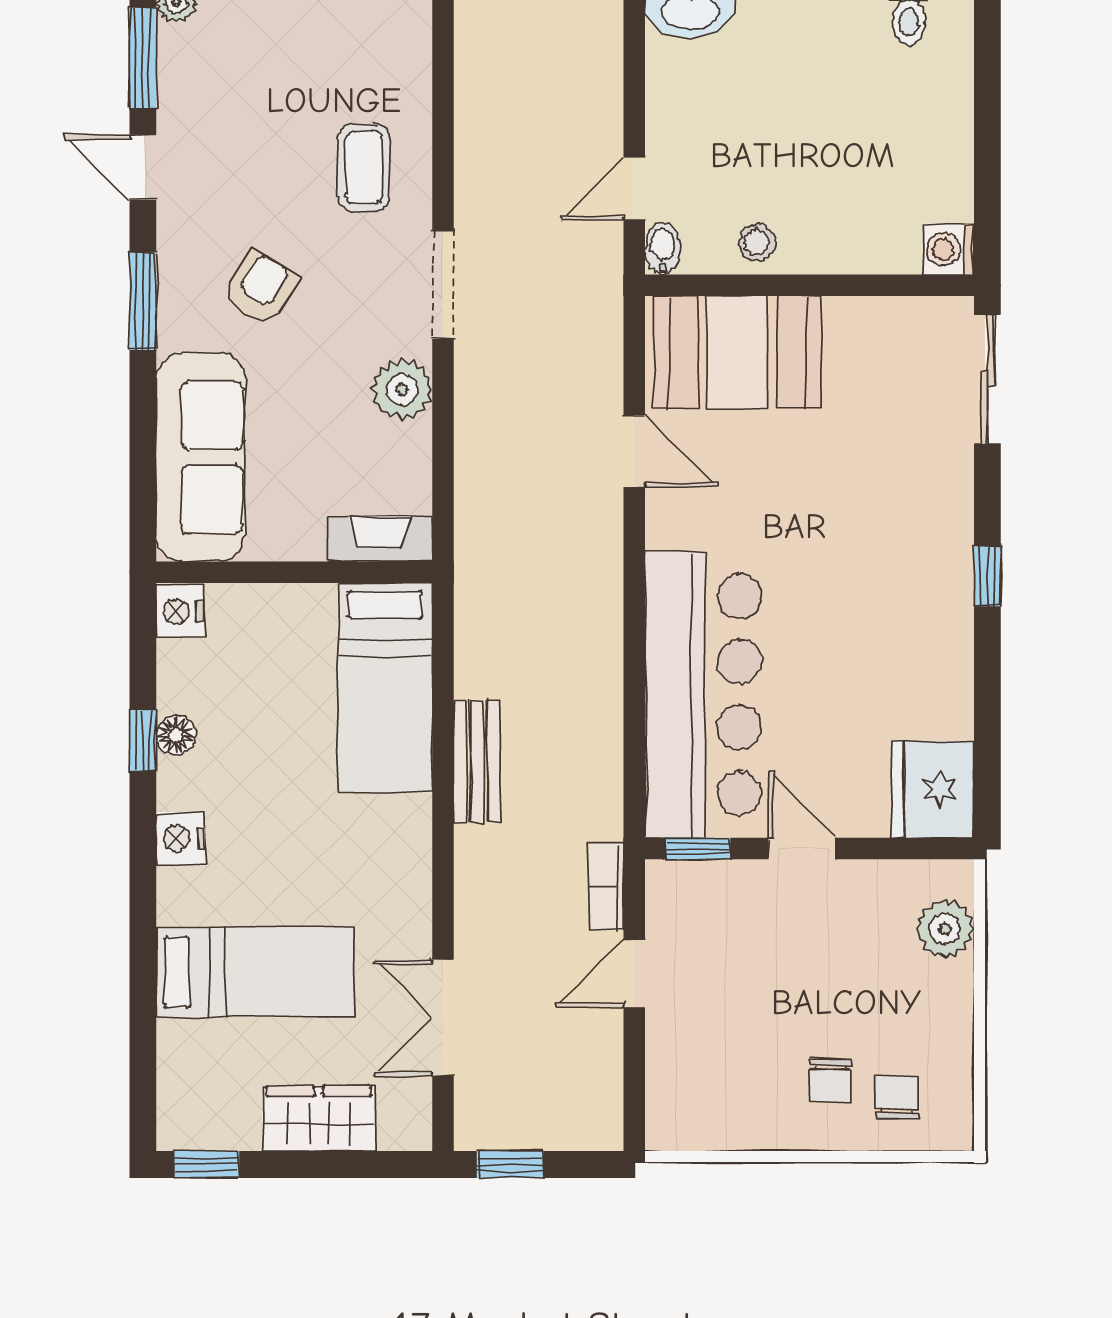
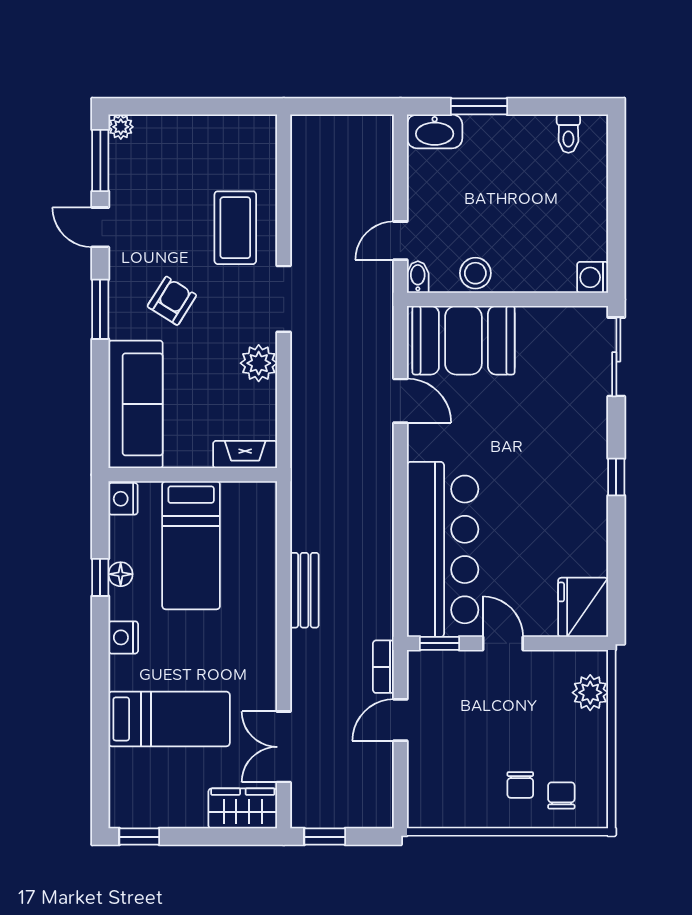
coffee table: (364, 168) -> (235, 228), width x1.36, depth x1.30
stool: (757, 242) -> (475, 273), width x1.37, depth x1.37
bed: (385, 688) -> (191, 545), moved
wardrobe: (319, 1119) -> (243, 808), moved

